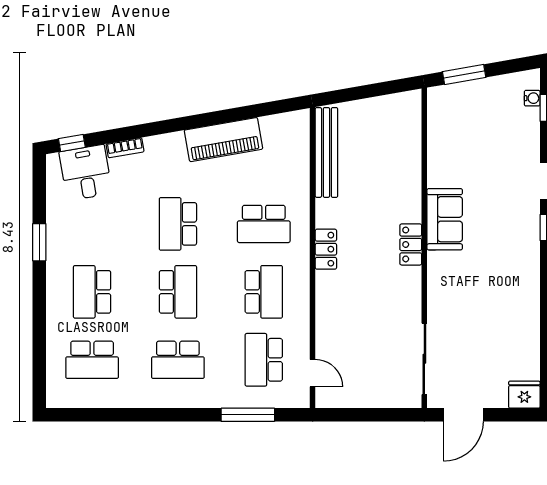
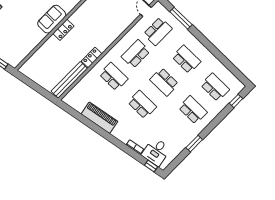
school desk: (178, 224) -> (142, 105), turned -90
locker: (411, 244) -> (63, 30), moved
locker: (326, 249) -> (92, 57), moved
school desk: (92, 292) -> (193, 110), turned -90
school desk: (178, 292) -> (164, 82), turned -90
window: (39, 370) -> (236, 101), added

